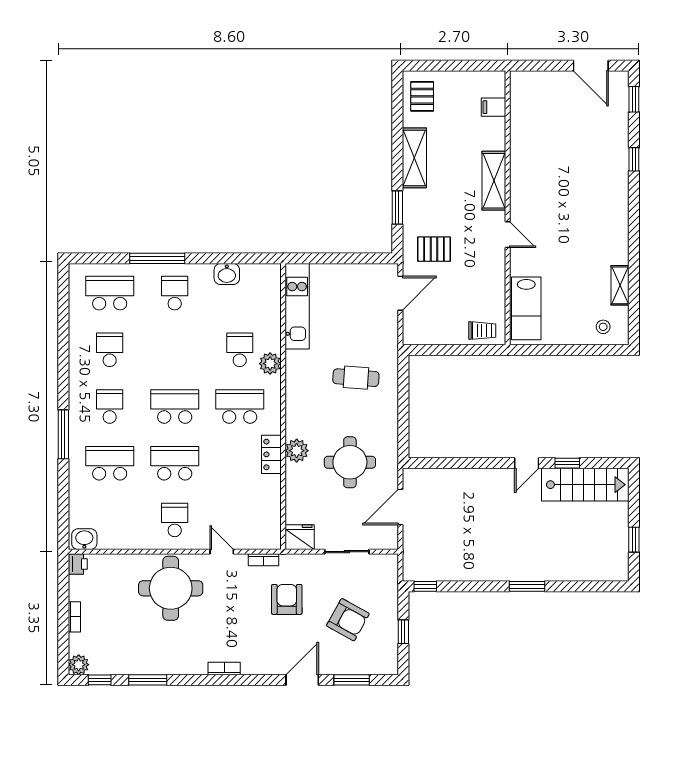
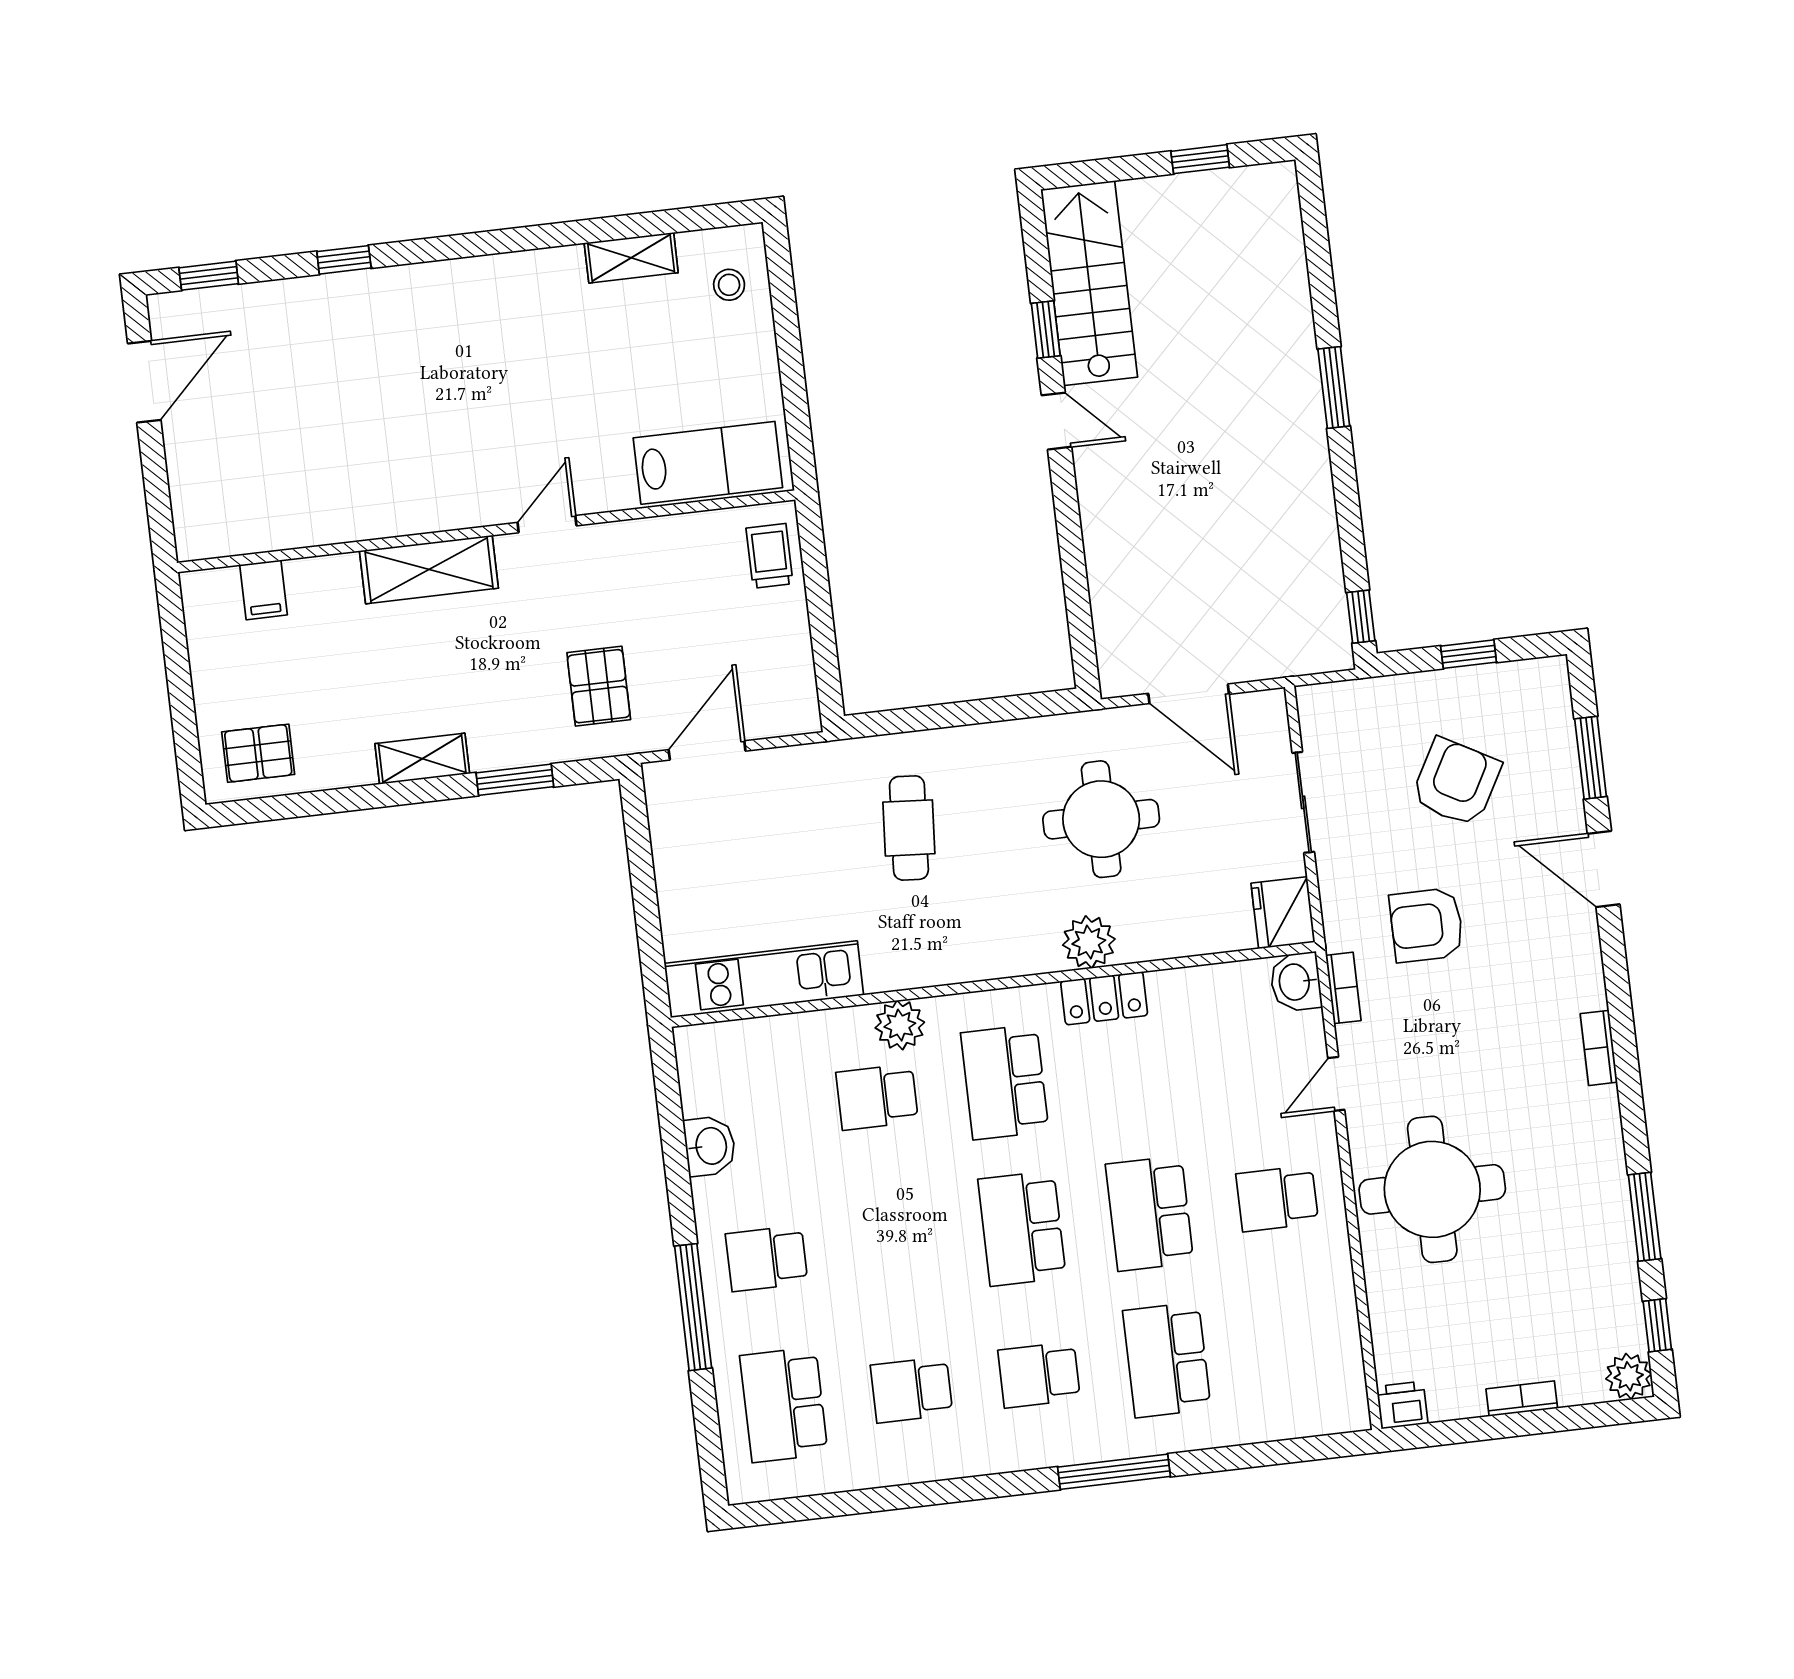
shelving: (414, 158) -> (422, 759), width x0.67, depth x0.75
door: (400, 293) -> (707, 750), hinge flipped
washbasin: (84, 539) -> (1296, 982), moved

